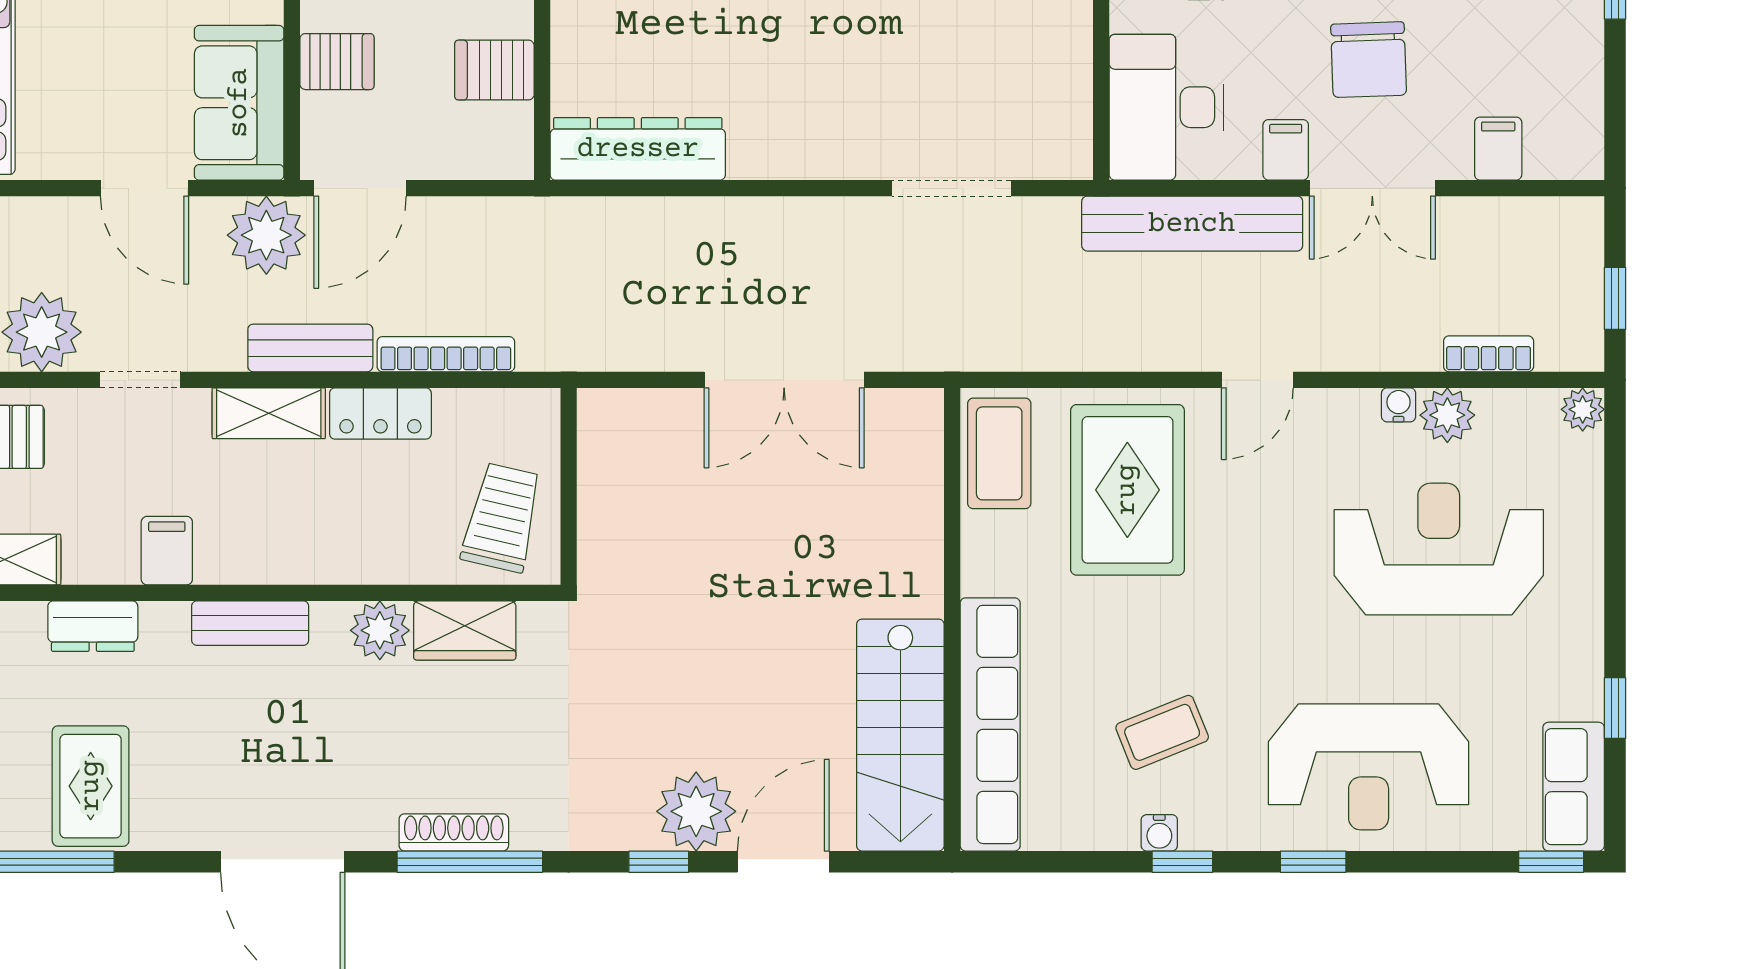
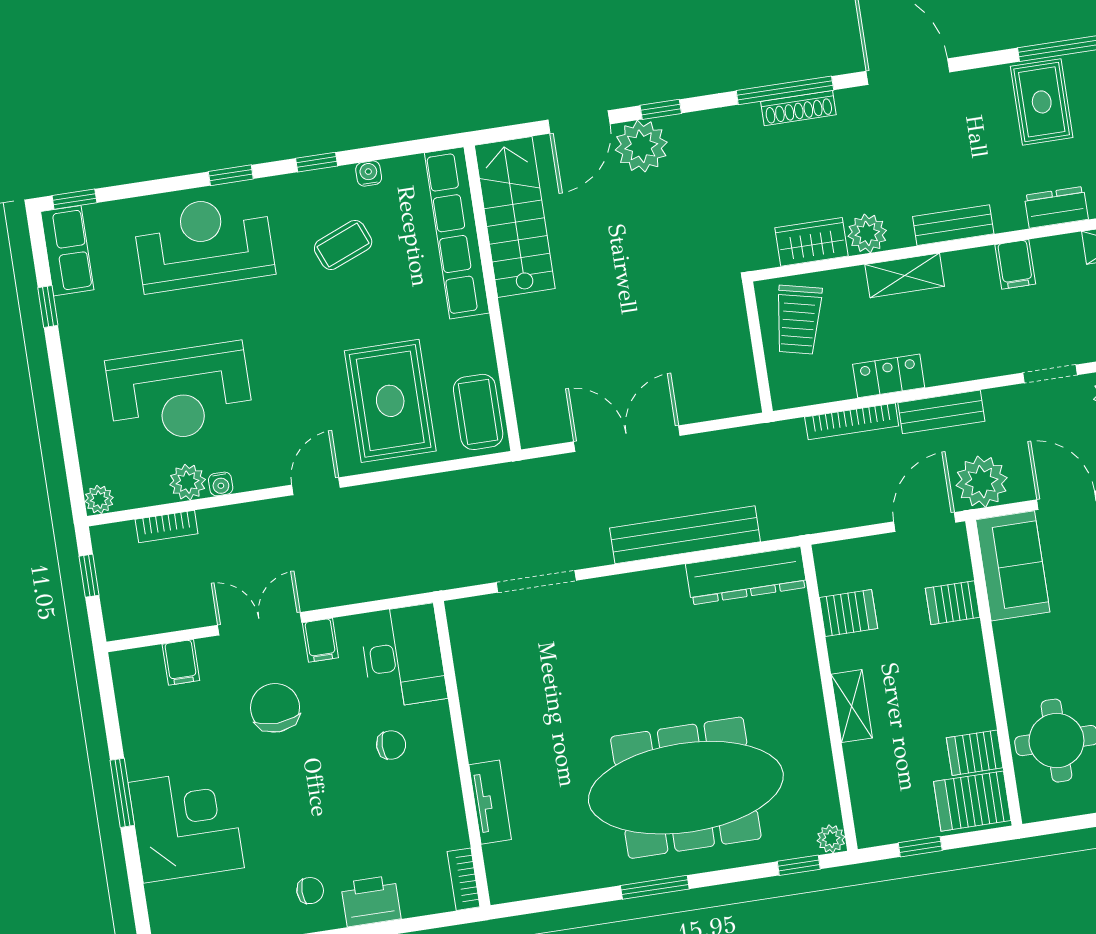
bench: (1192, 224) -> (685, 535), moved
shelving: (269, 413) -> (905, 275), moved
water cooler: (1159, 833) -> (369, 174), moved

